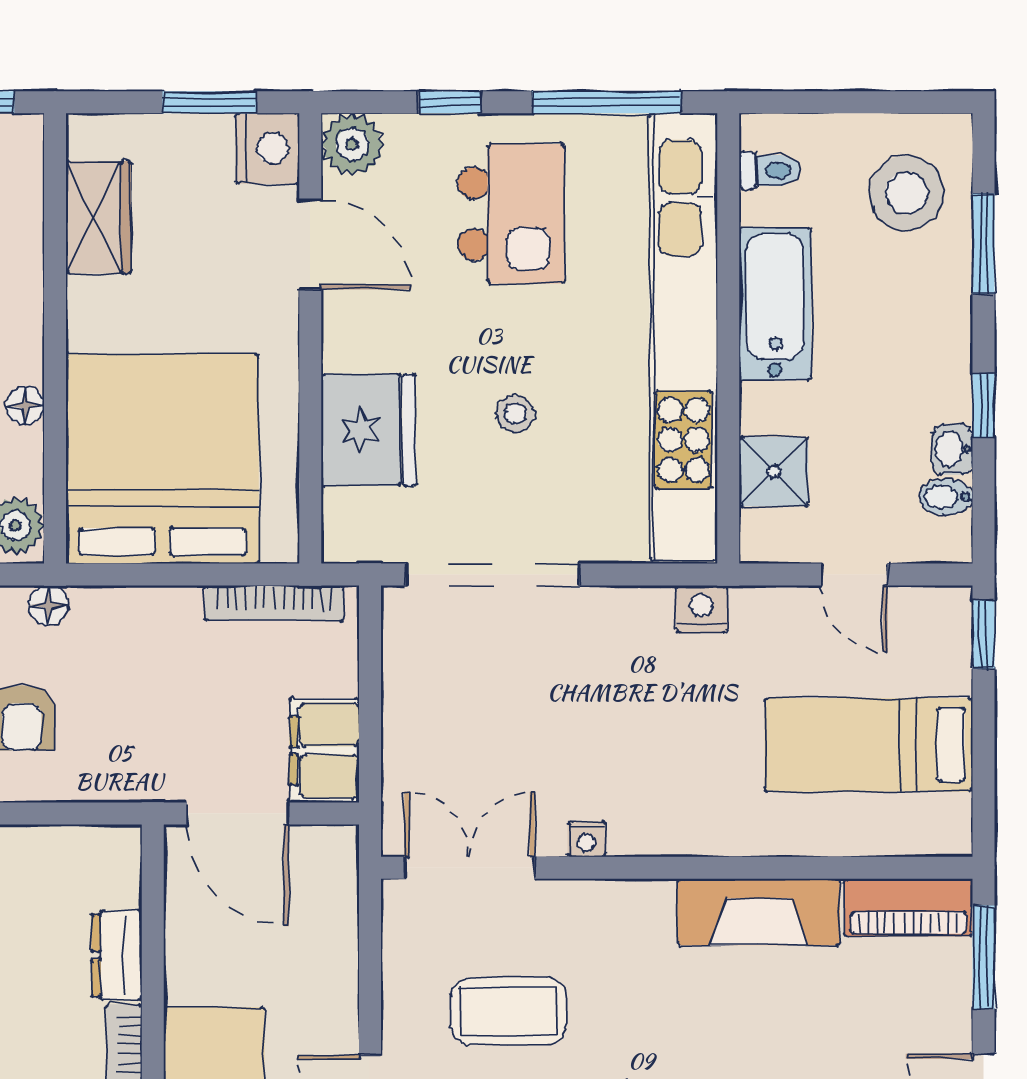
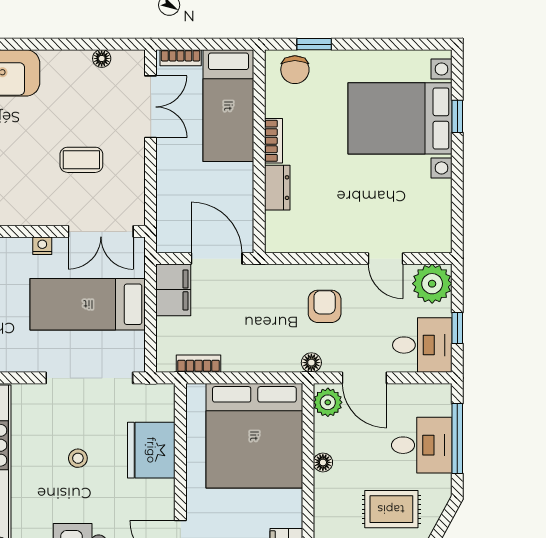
bookcase: (274, 603) -> (198, 364), width x0.64
bed: (496, 722) -> (88, 304), added
coffee table: (508, 1011) -> (81, 160), width x0.73, depth x0.77

